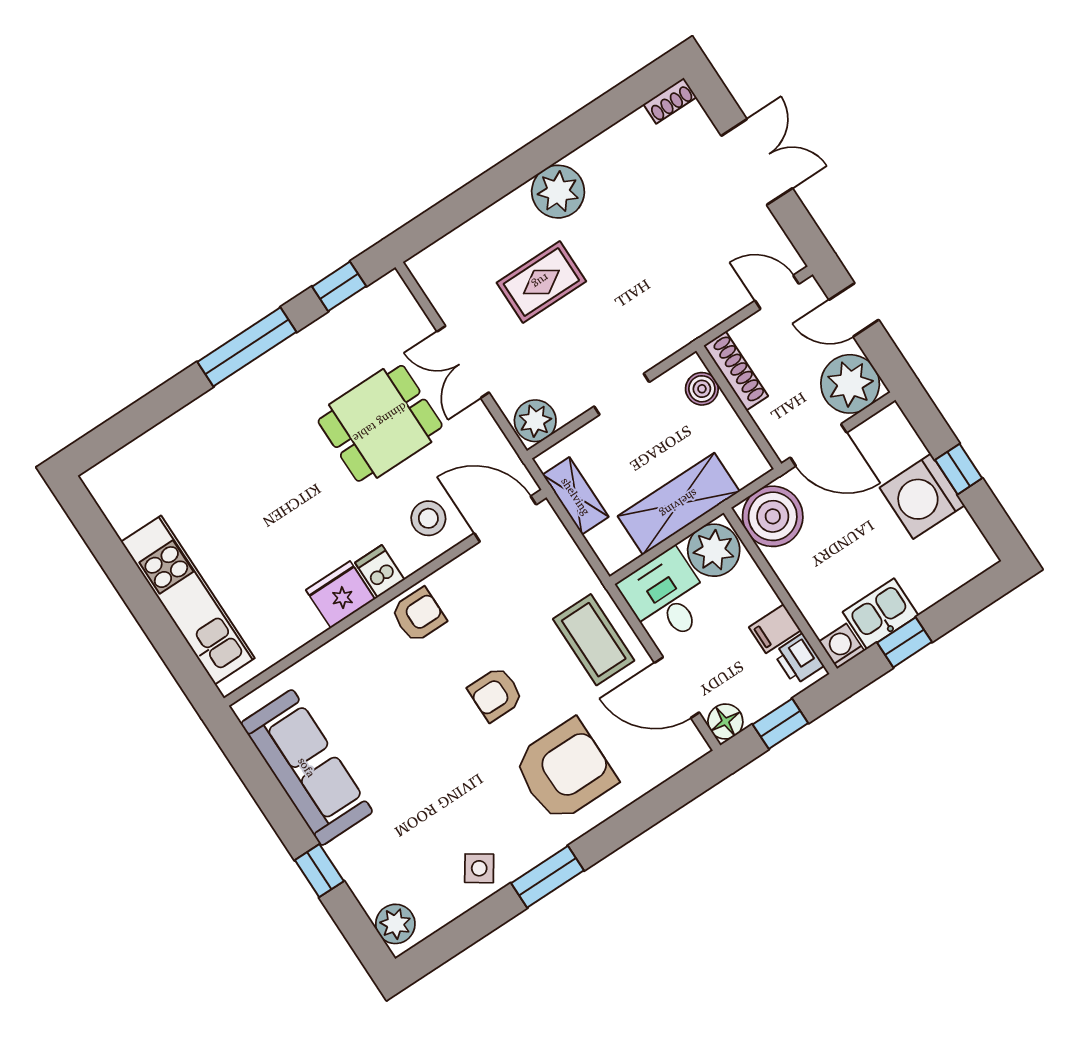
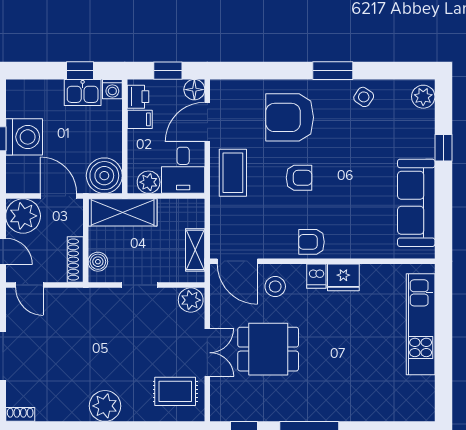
rug: (541, 282) -> (175, 391), moved
shelving: (679, 504) -> (123, 212), moved
plant: (714, 550) -> (149, 182), width x0.73, depth x0.73
door: (677, 688) -> (207, 122), swing flipped

